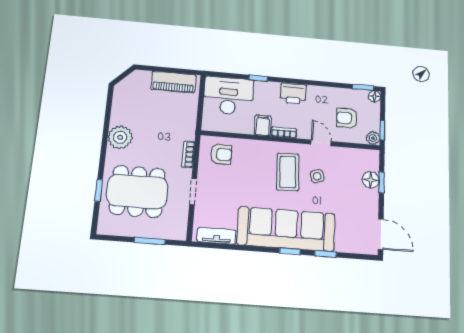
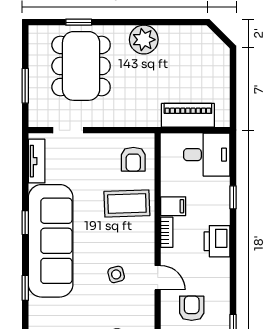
piano: (174, 82) -> (188, 115), moved, turned 90
desk: (228, 96) -> (207, 155), width x0.73
door: (321, 143) -> (158, 278), hinge flipped
bookcase: (188, 154) -> (130, 121), removed
coffee table: (288, 172) -> (127, 204), moved
doorway: (193, 191) -> (68, 130), moved
window: (290, 251) -> (25, 223), moved

